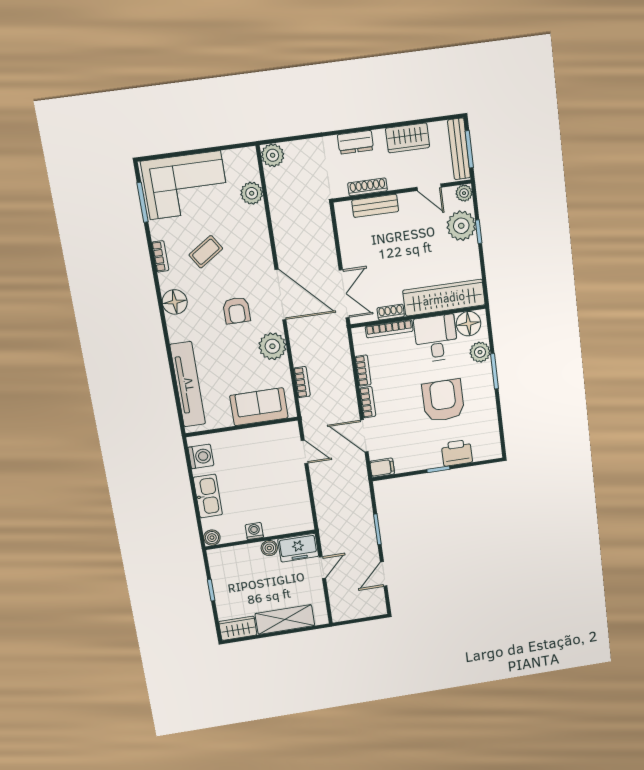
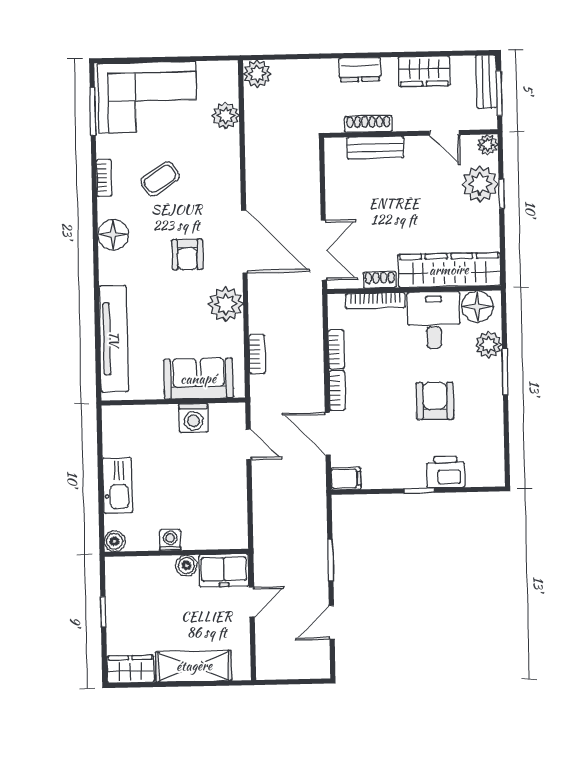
bench: (459, 149) -> (486, 82), width x0.73
armchair: (443, 400) -> (435, 401), width x0.73, depth x0.73
washing machine: (201, 456) -> (193, 418), moved, turned 90

